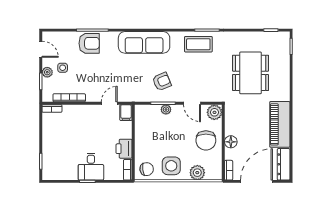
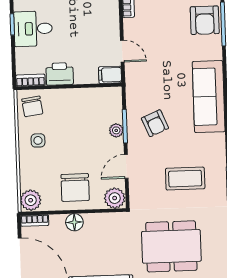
coffee table: (198, 44) -> (185, 179), moved, turned 90
chair: (206, 140) -> (75, 187), turned -90
side table: (171, 166) -> (38, 140), width x0.54, depth x0.54
plant: (197, 173) -> (31, 200), moved

